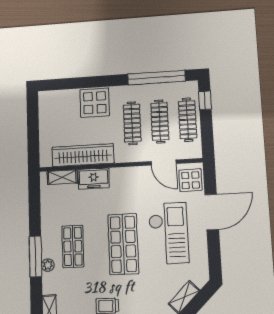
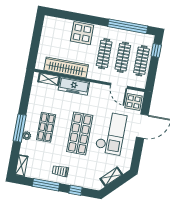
freezer: (94, 179) -> (74, 86), width x1.40

